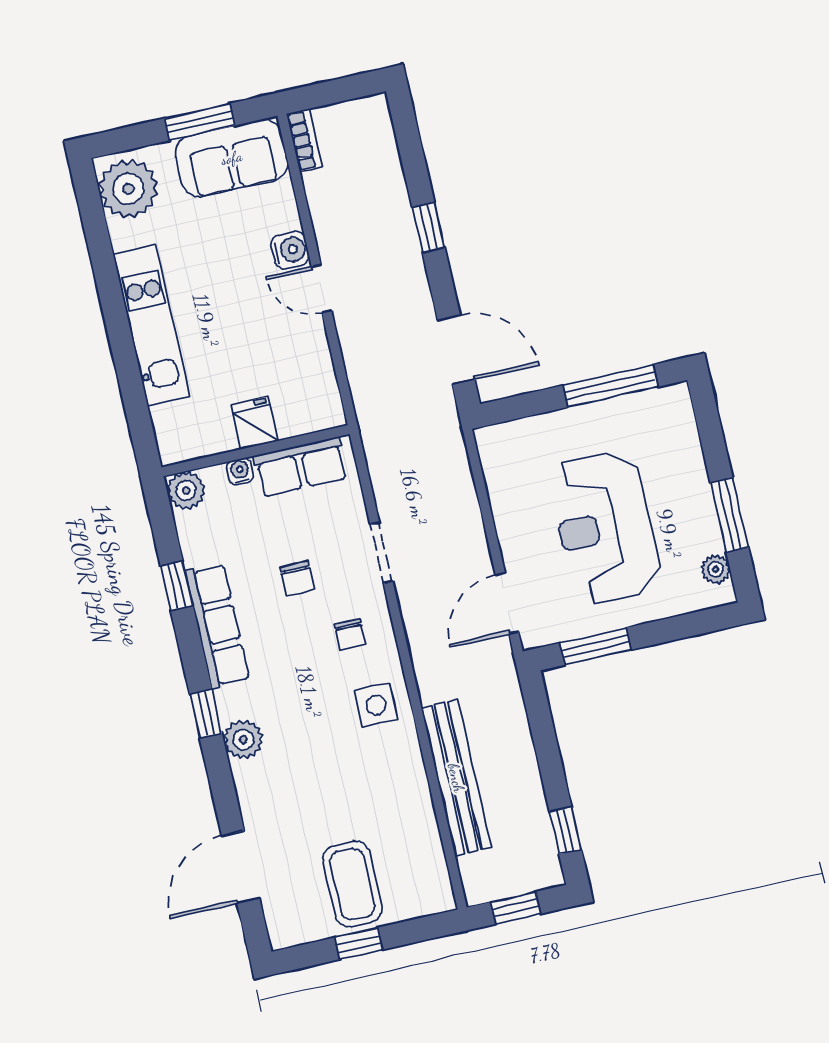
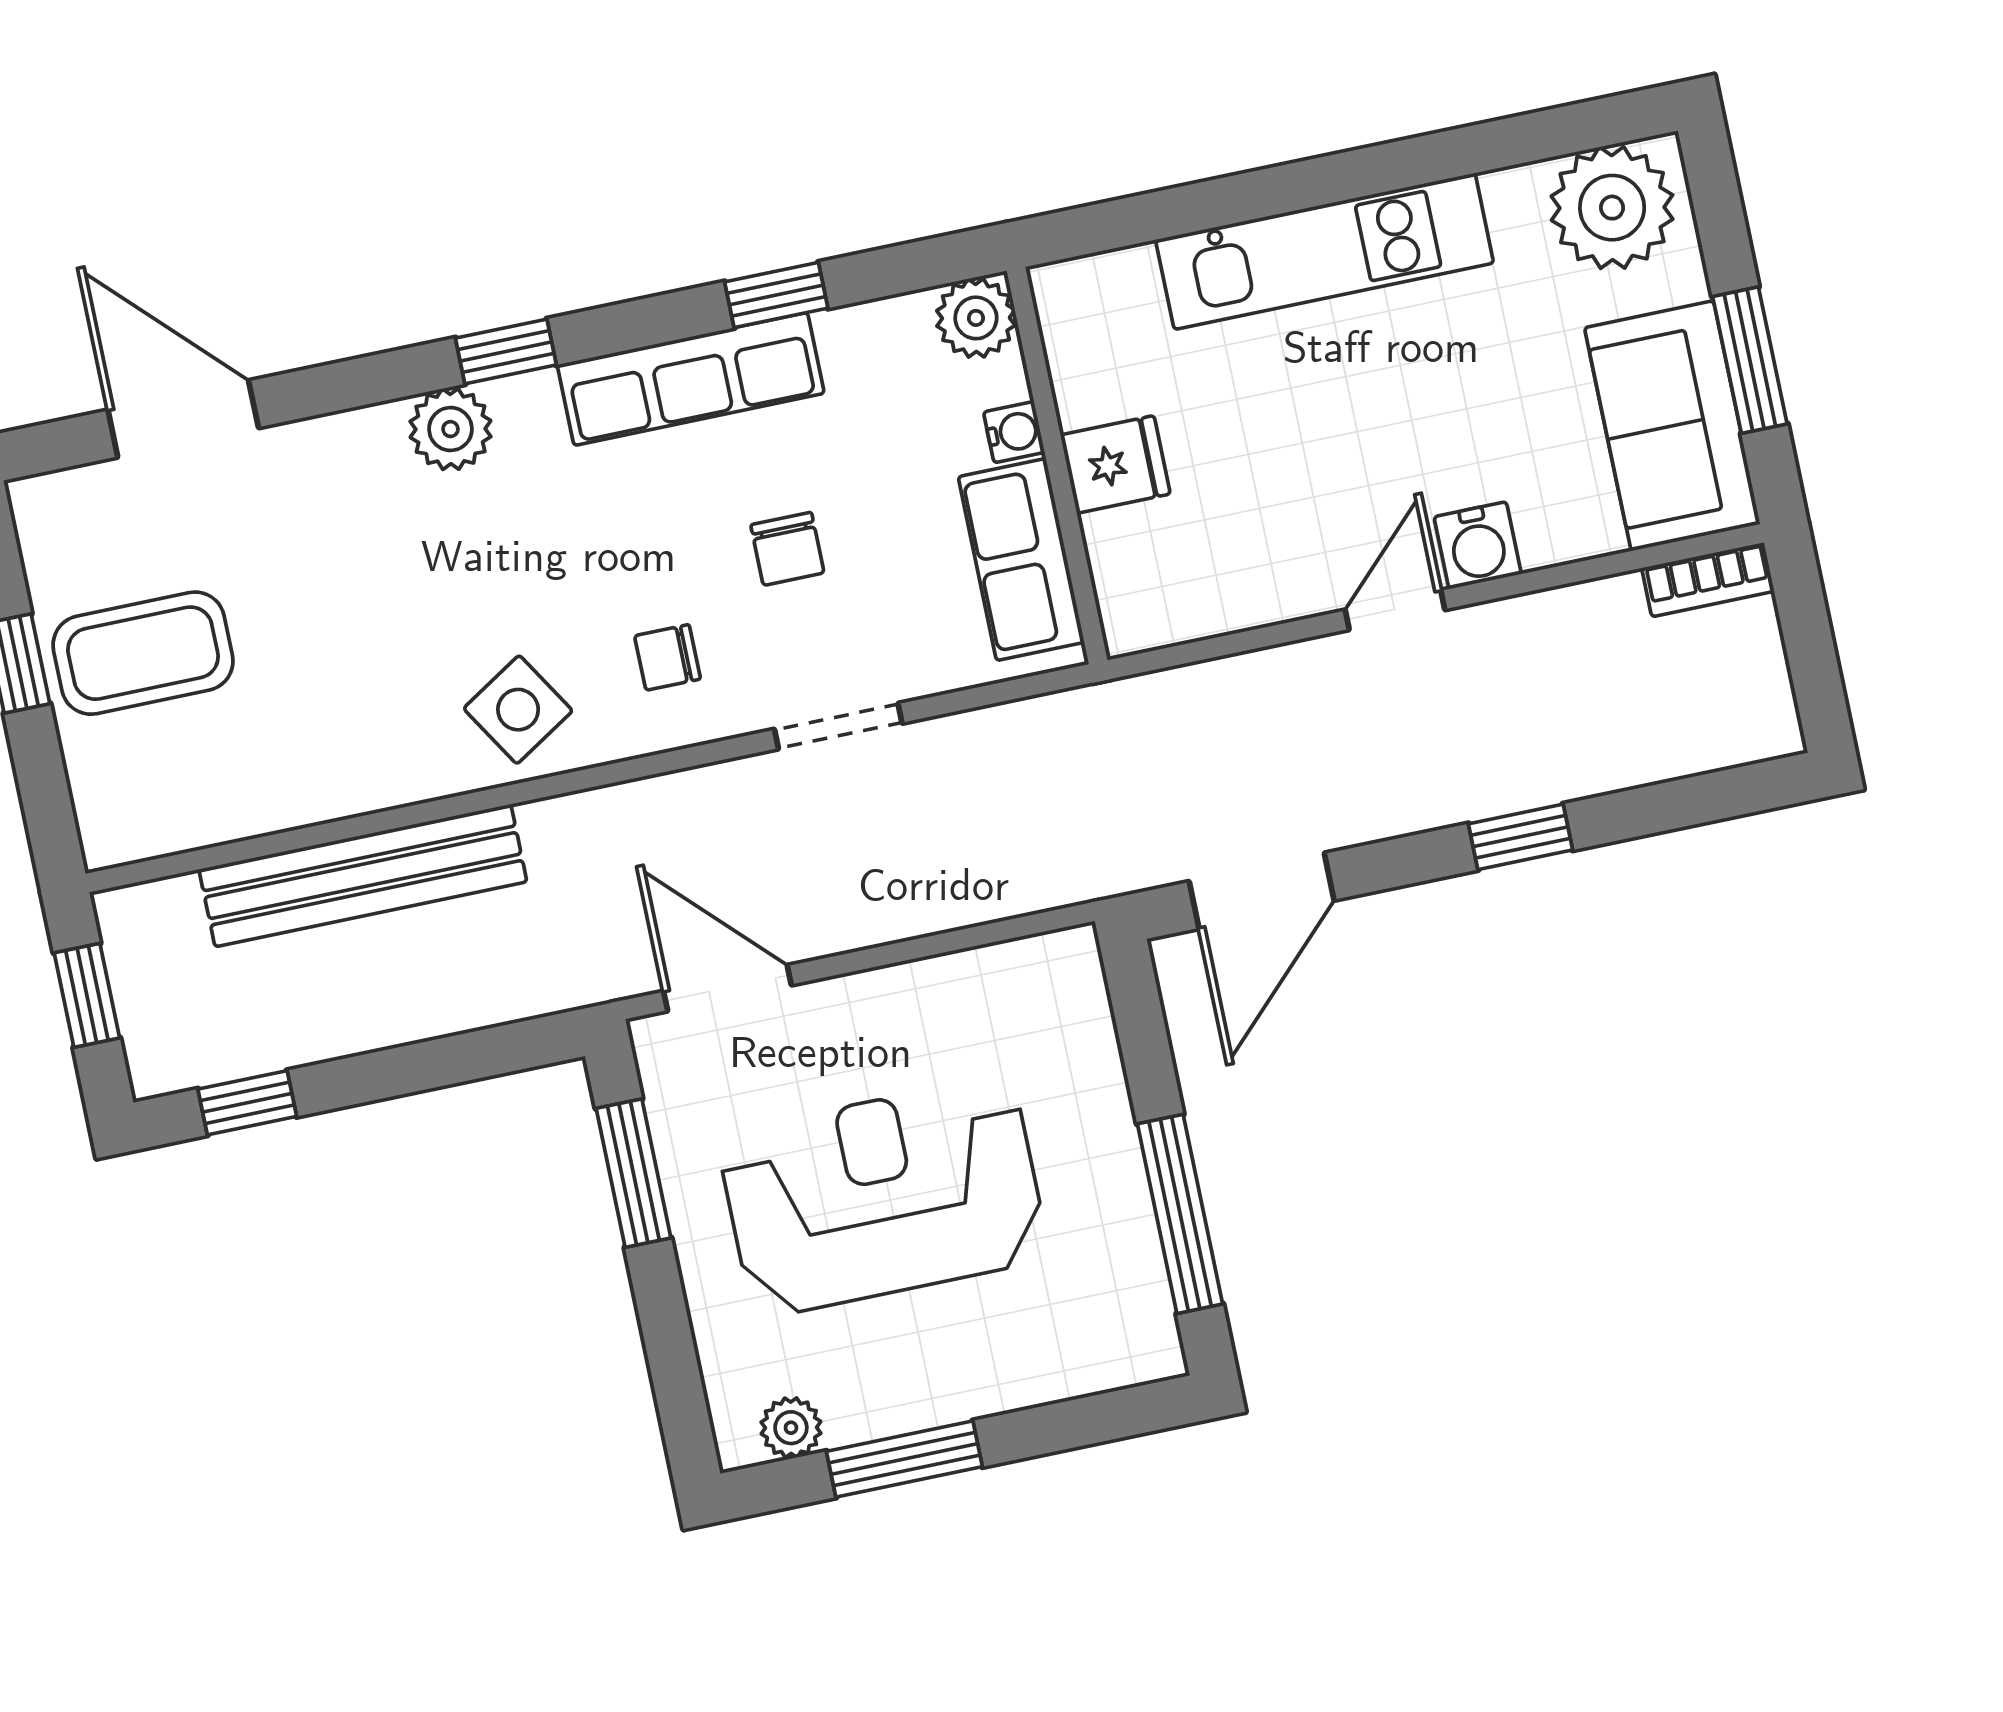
chair: (297, 578) -> (787, 549), turned -90
side table: (376, 705) -> (518, 710), turned -32

